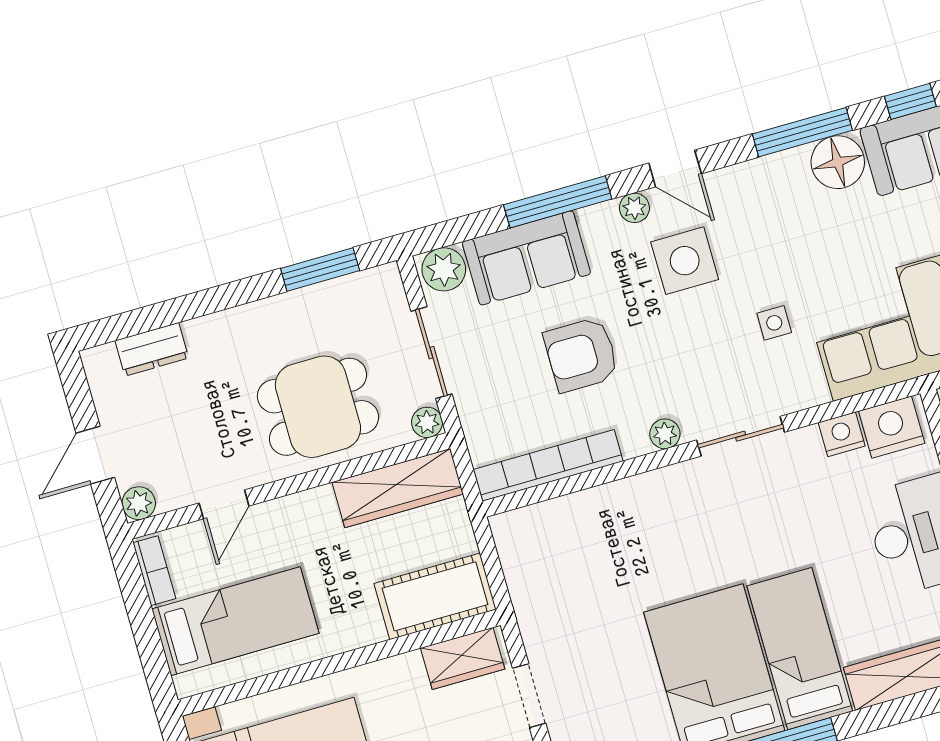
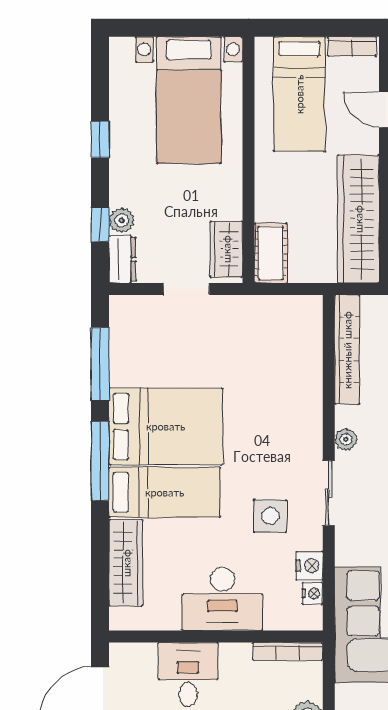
nightstand: (892, 427) -> (313, 593), width x0.53, depth x0.56
wardrobe: (398, 488) -> (358, 219), width x1.40, depth x1.17
side table: (792, 503) -> (270, 516), added
cot: (435, 596) -> (271, 253), width x0.73, depth x0.75

